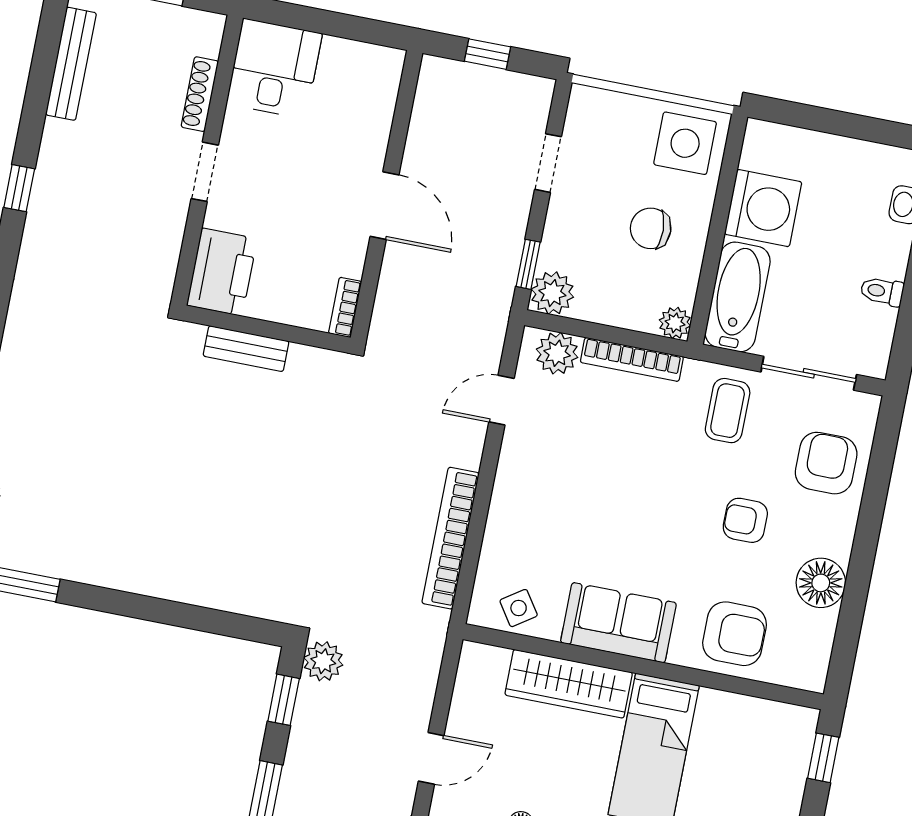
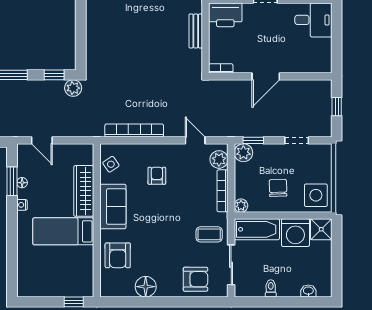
shower: (767, 146) -> (321, 229), added
armchair: (745, 520) -> (157, 176), moved

